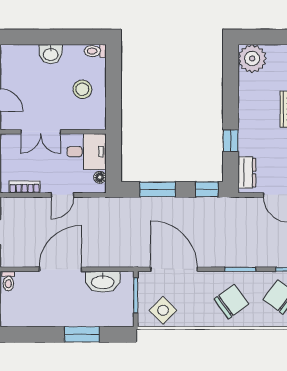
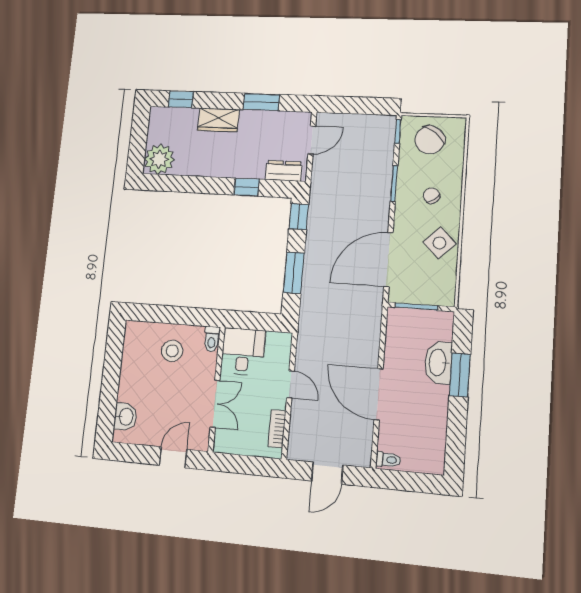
toilet: (95, 51) -> (212, 339), moved
washbasin: (51, 54) -> (125, 417), moved
floor lamp: (100, 177) -> (274, 338), removed
washbasin: (103, 282) -> (438, 363), moved, turned 180
chair: (231, 302) -> (431, 196), width x0.54, depth x0.54
side table: (163, 310) -> (439, 243), moved

